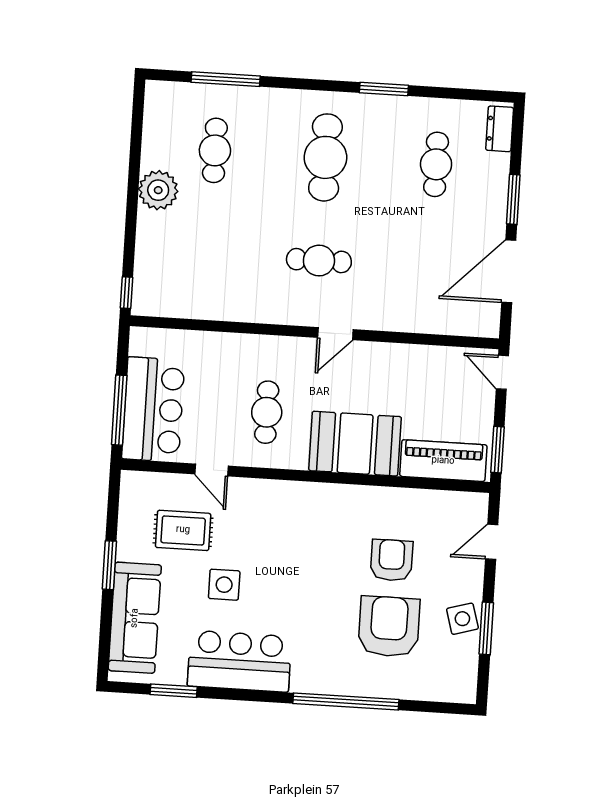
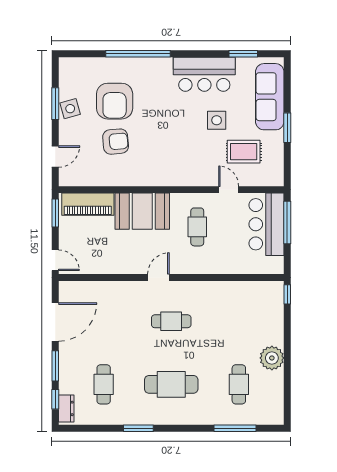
window: (517, 145) -> (55, 399), added
cafe table: (325, 157) -> (171, 384), turned 90
armchair: (392, 560) -> (116, 142), turned -95

